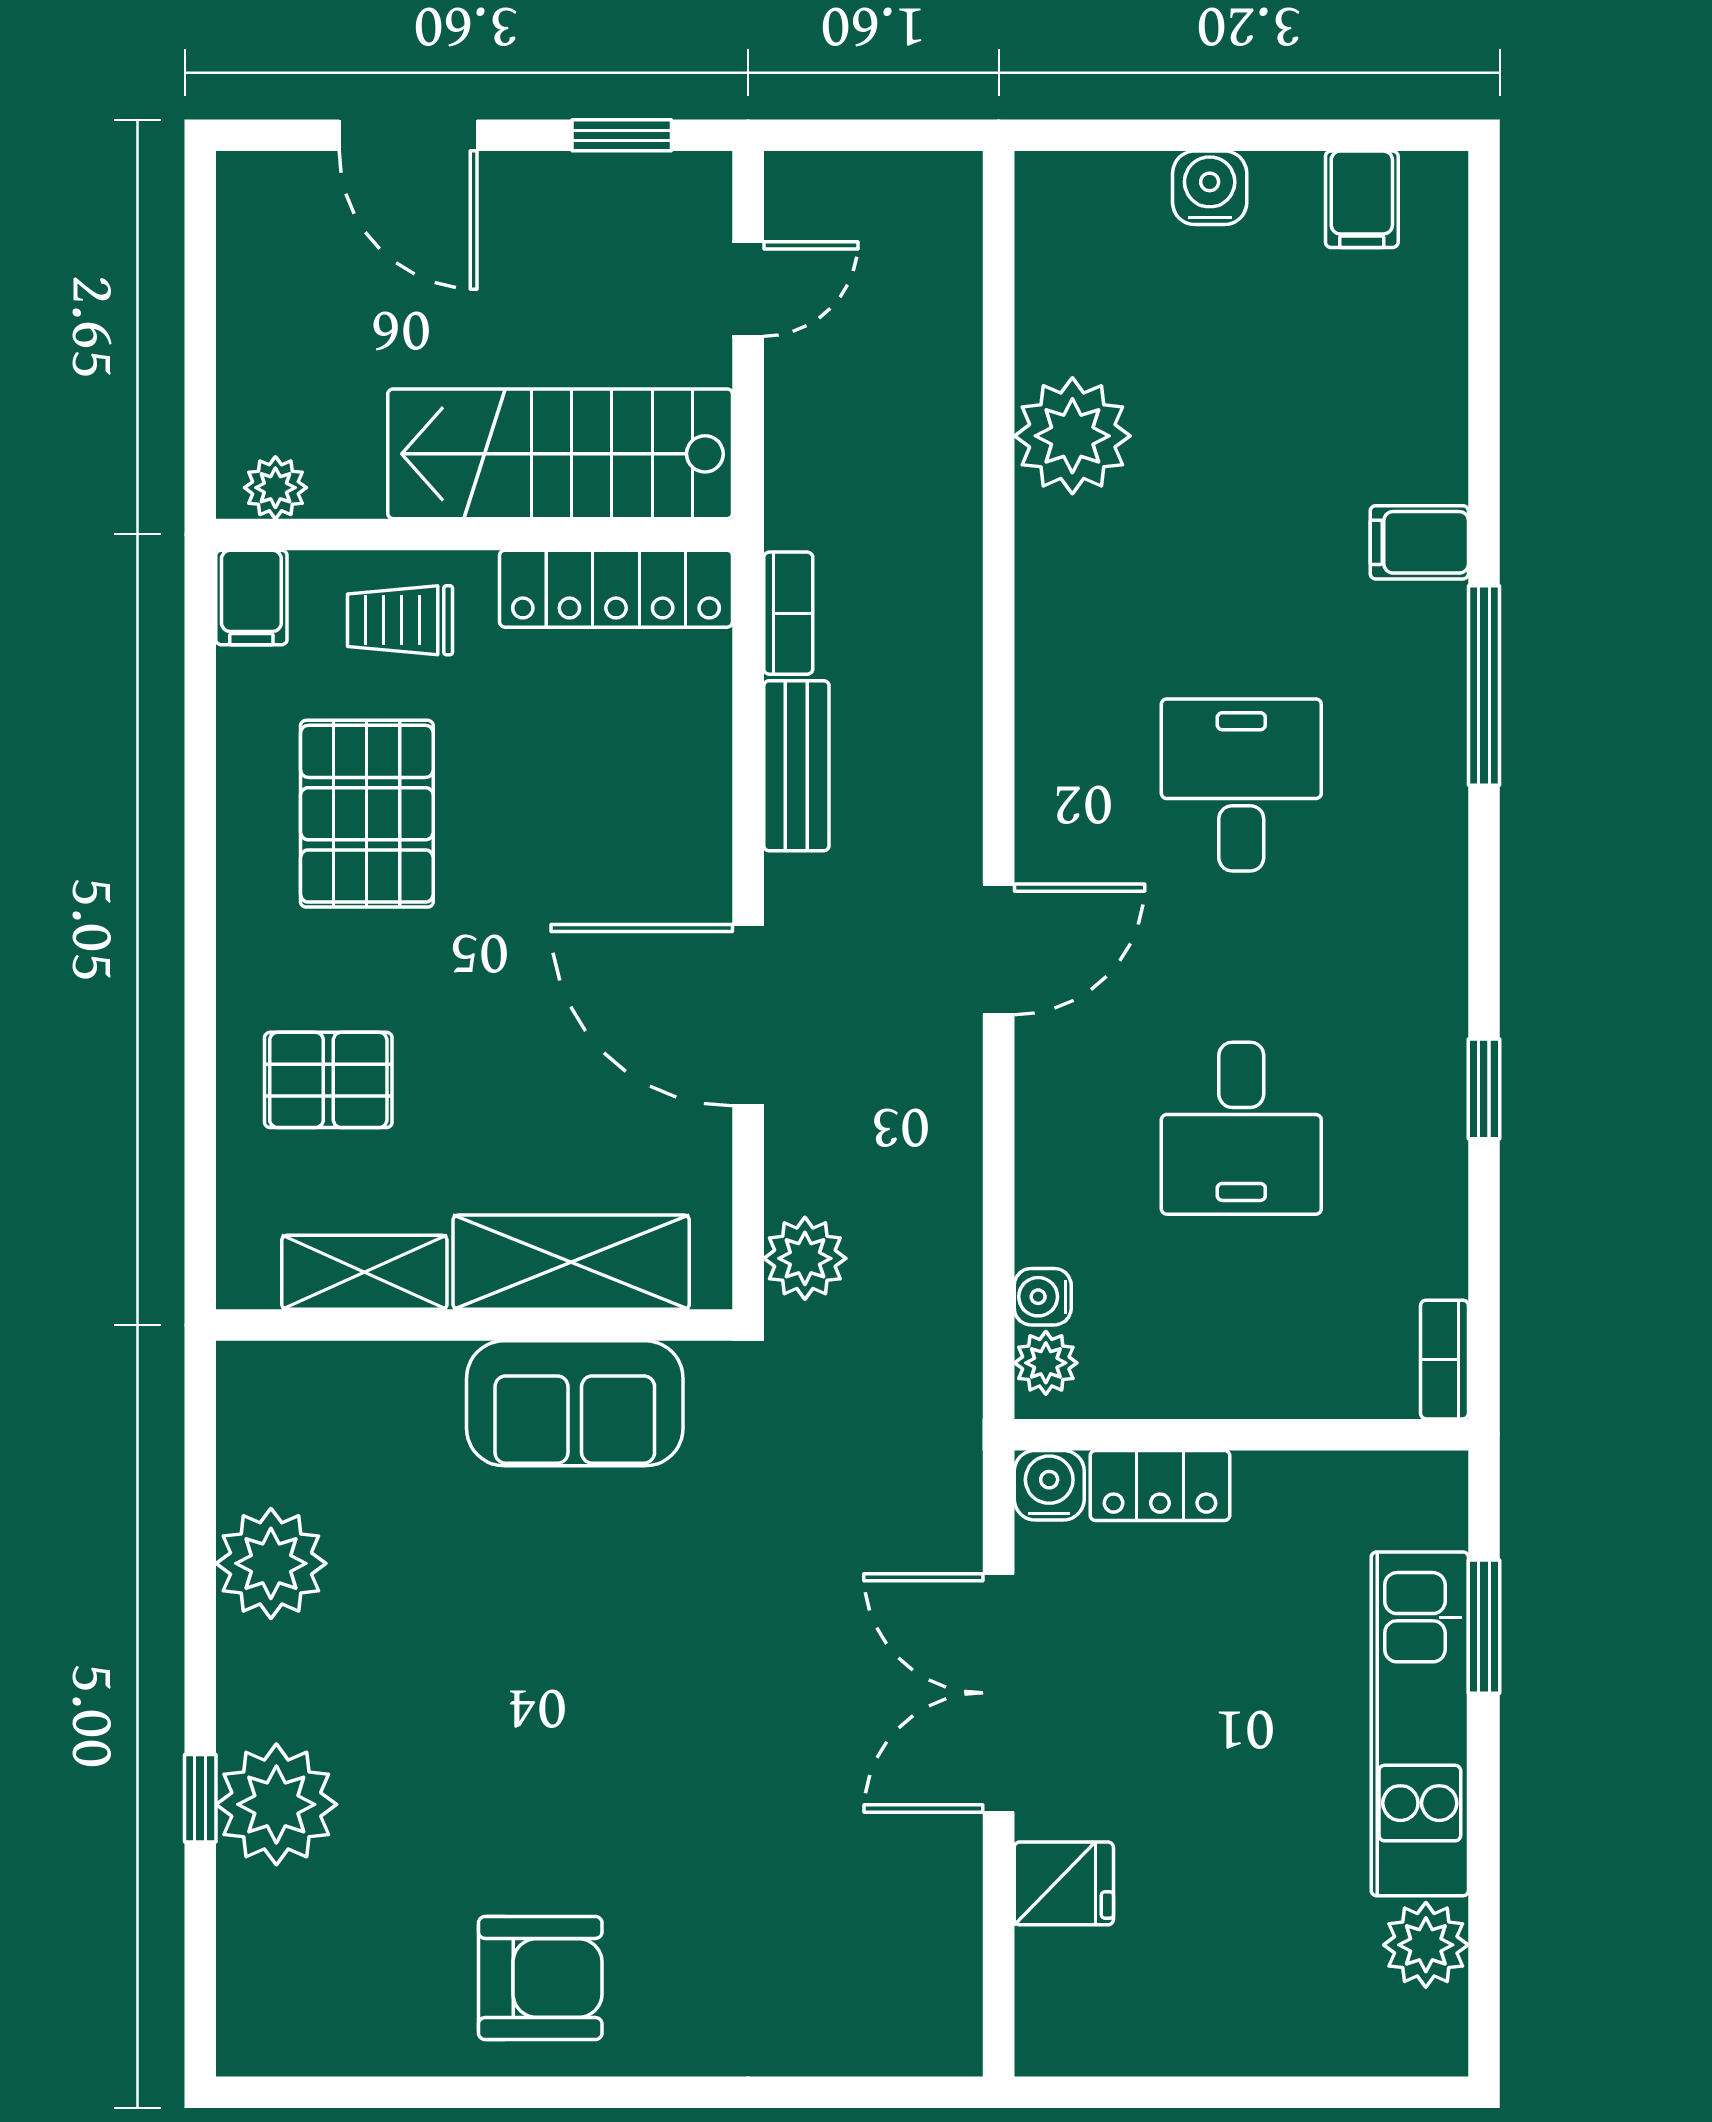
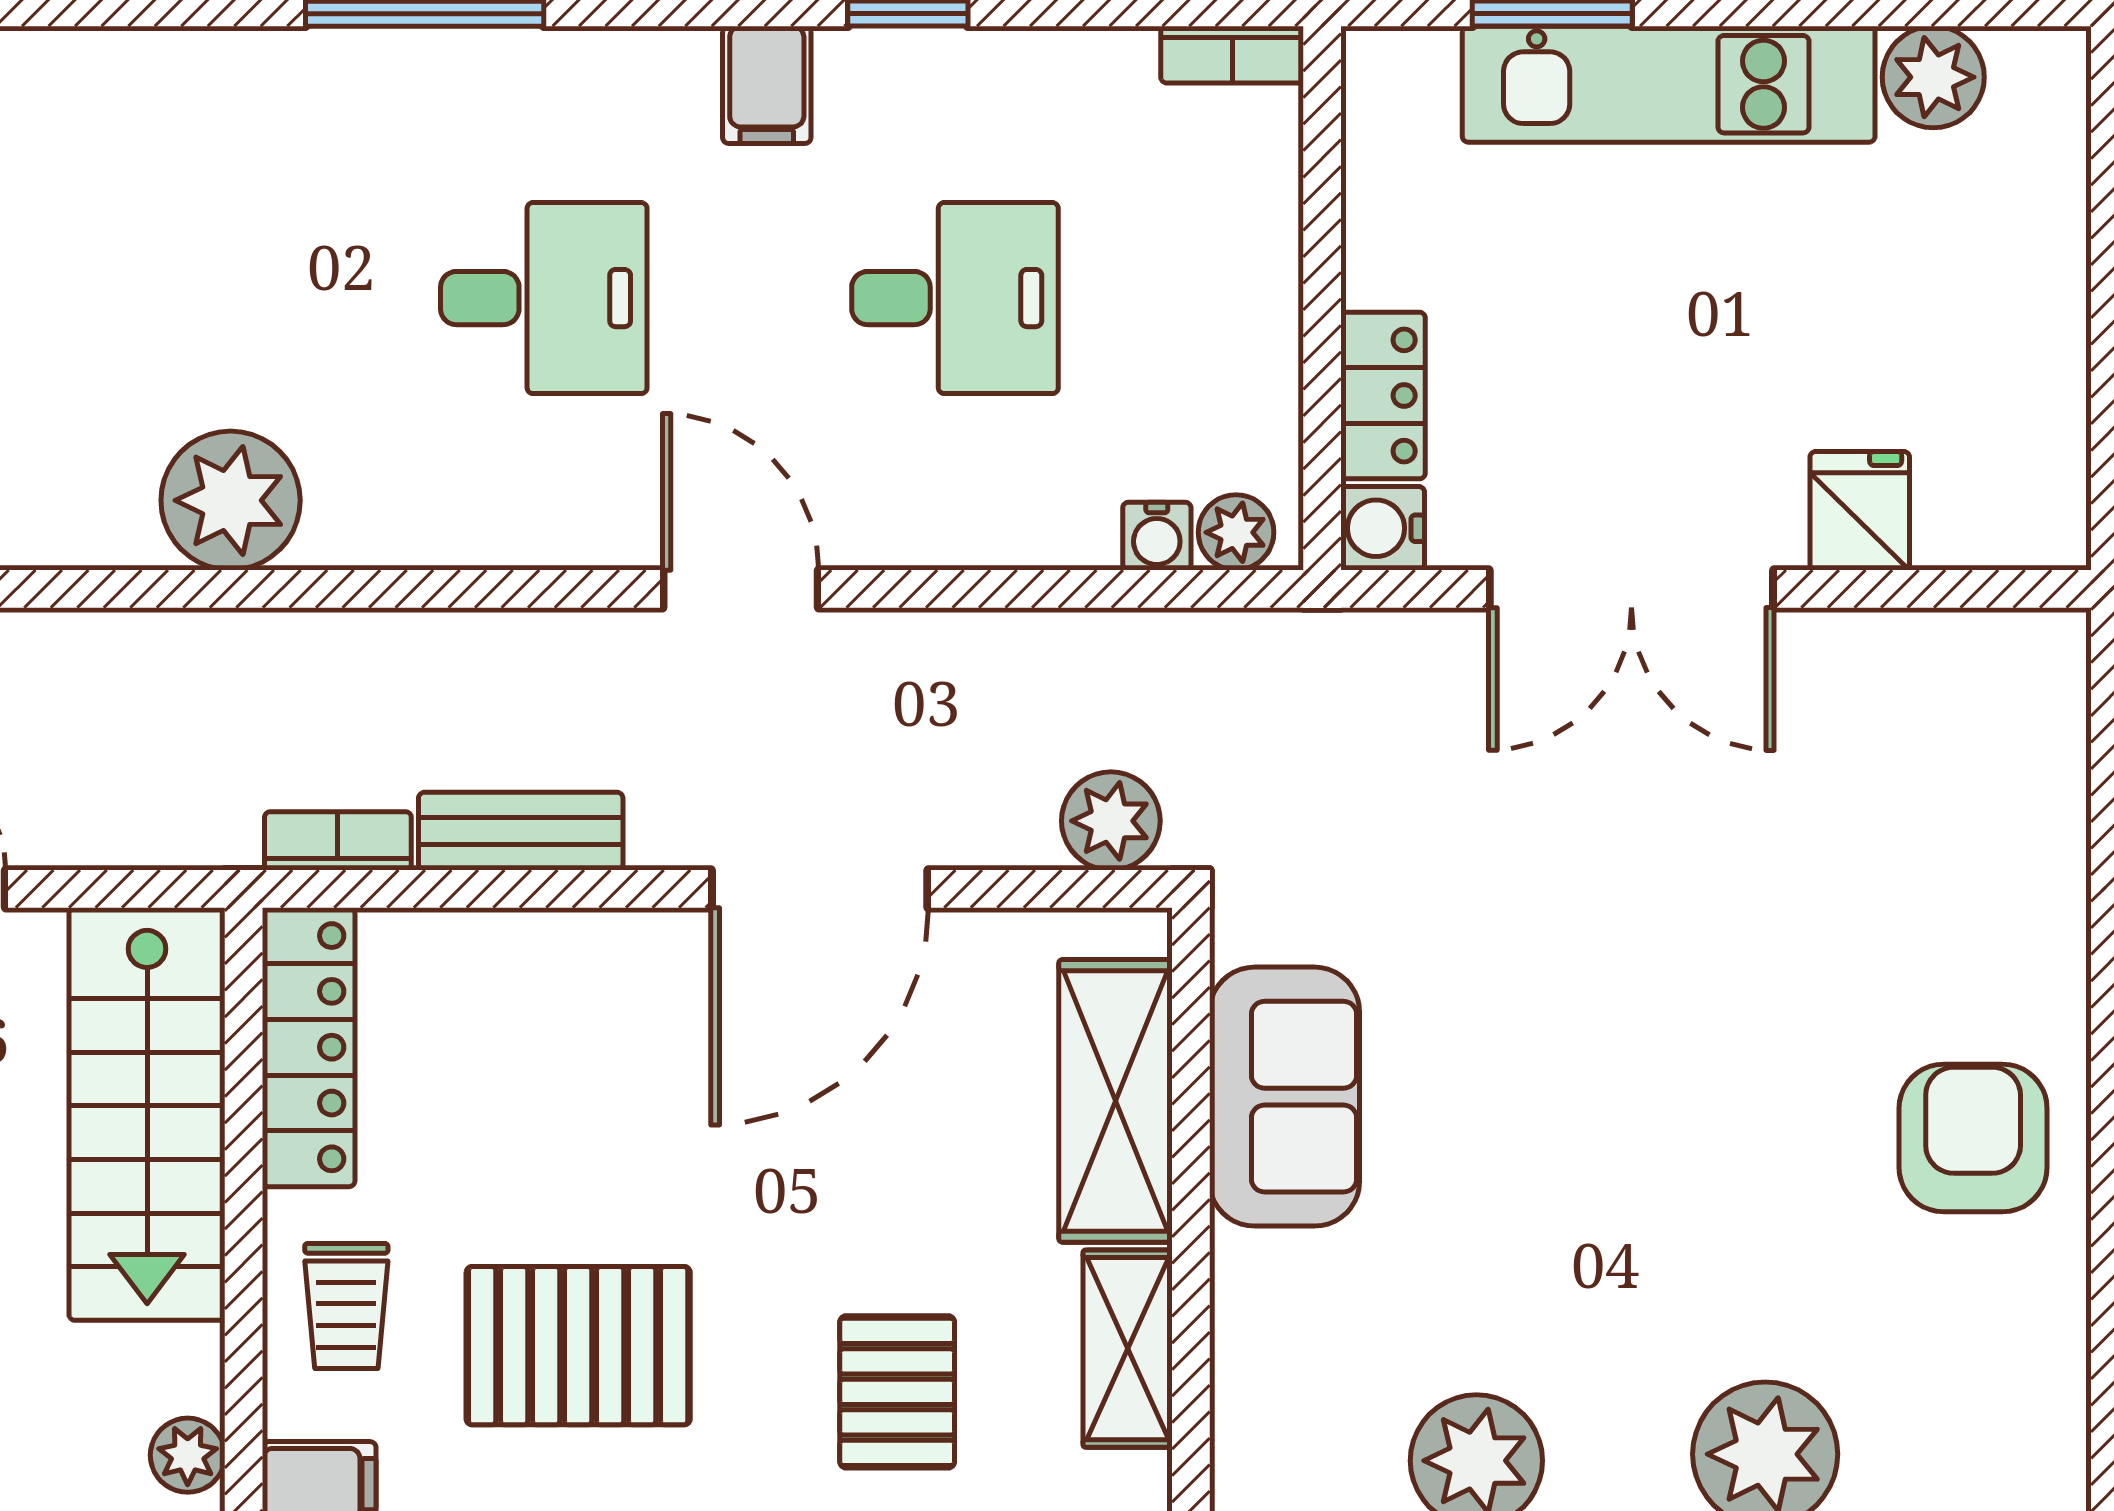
plant: (1072, 436) -> (231, 500), moved
filing cabinet: (1419, 542) -> (767, 85), moved
desk: (1241, 785) -> (544, 298), turned 180

